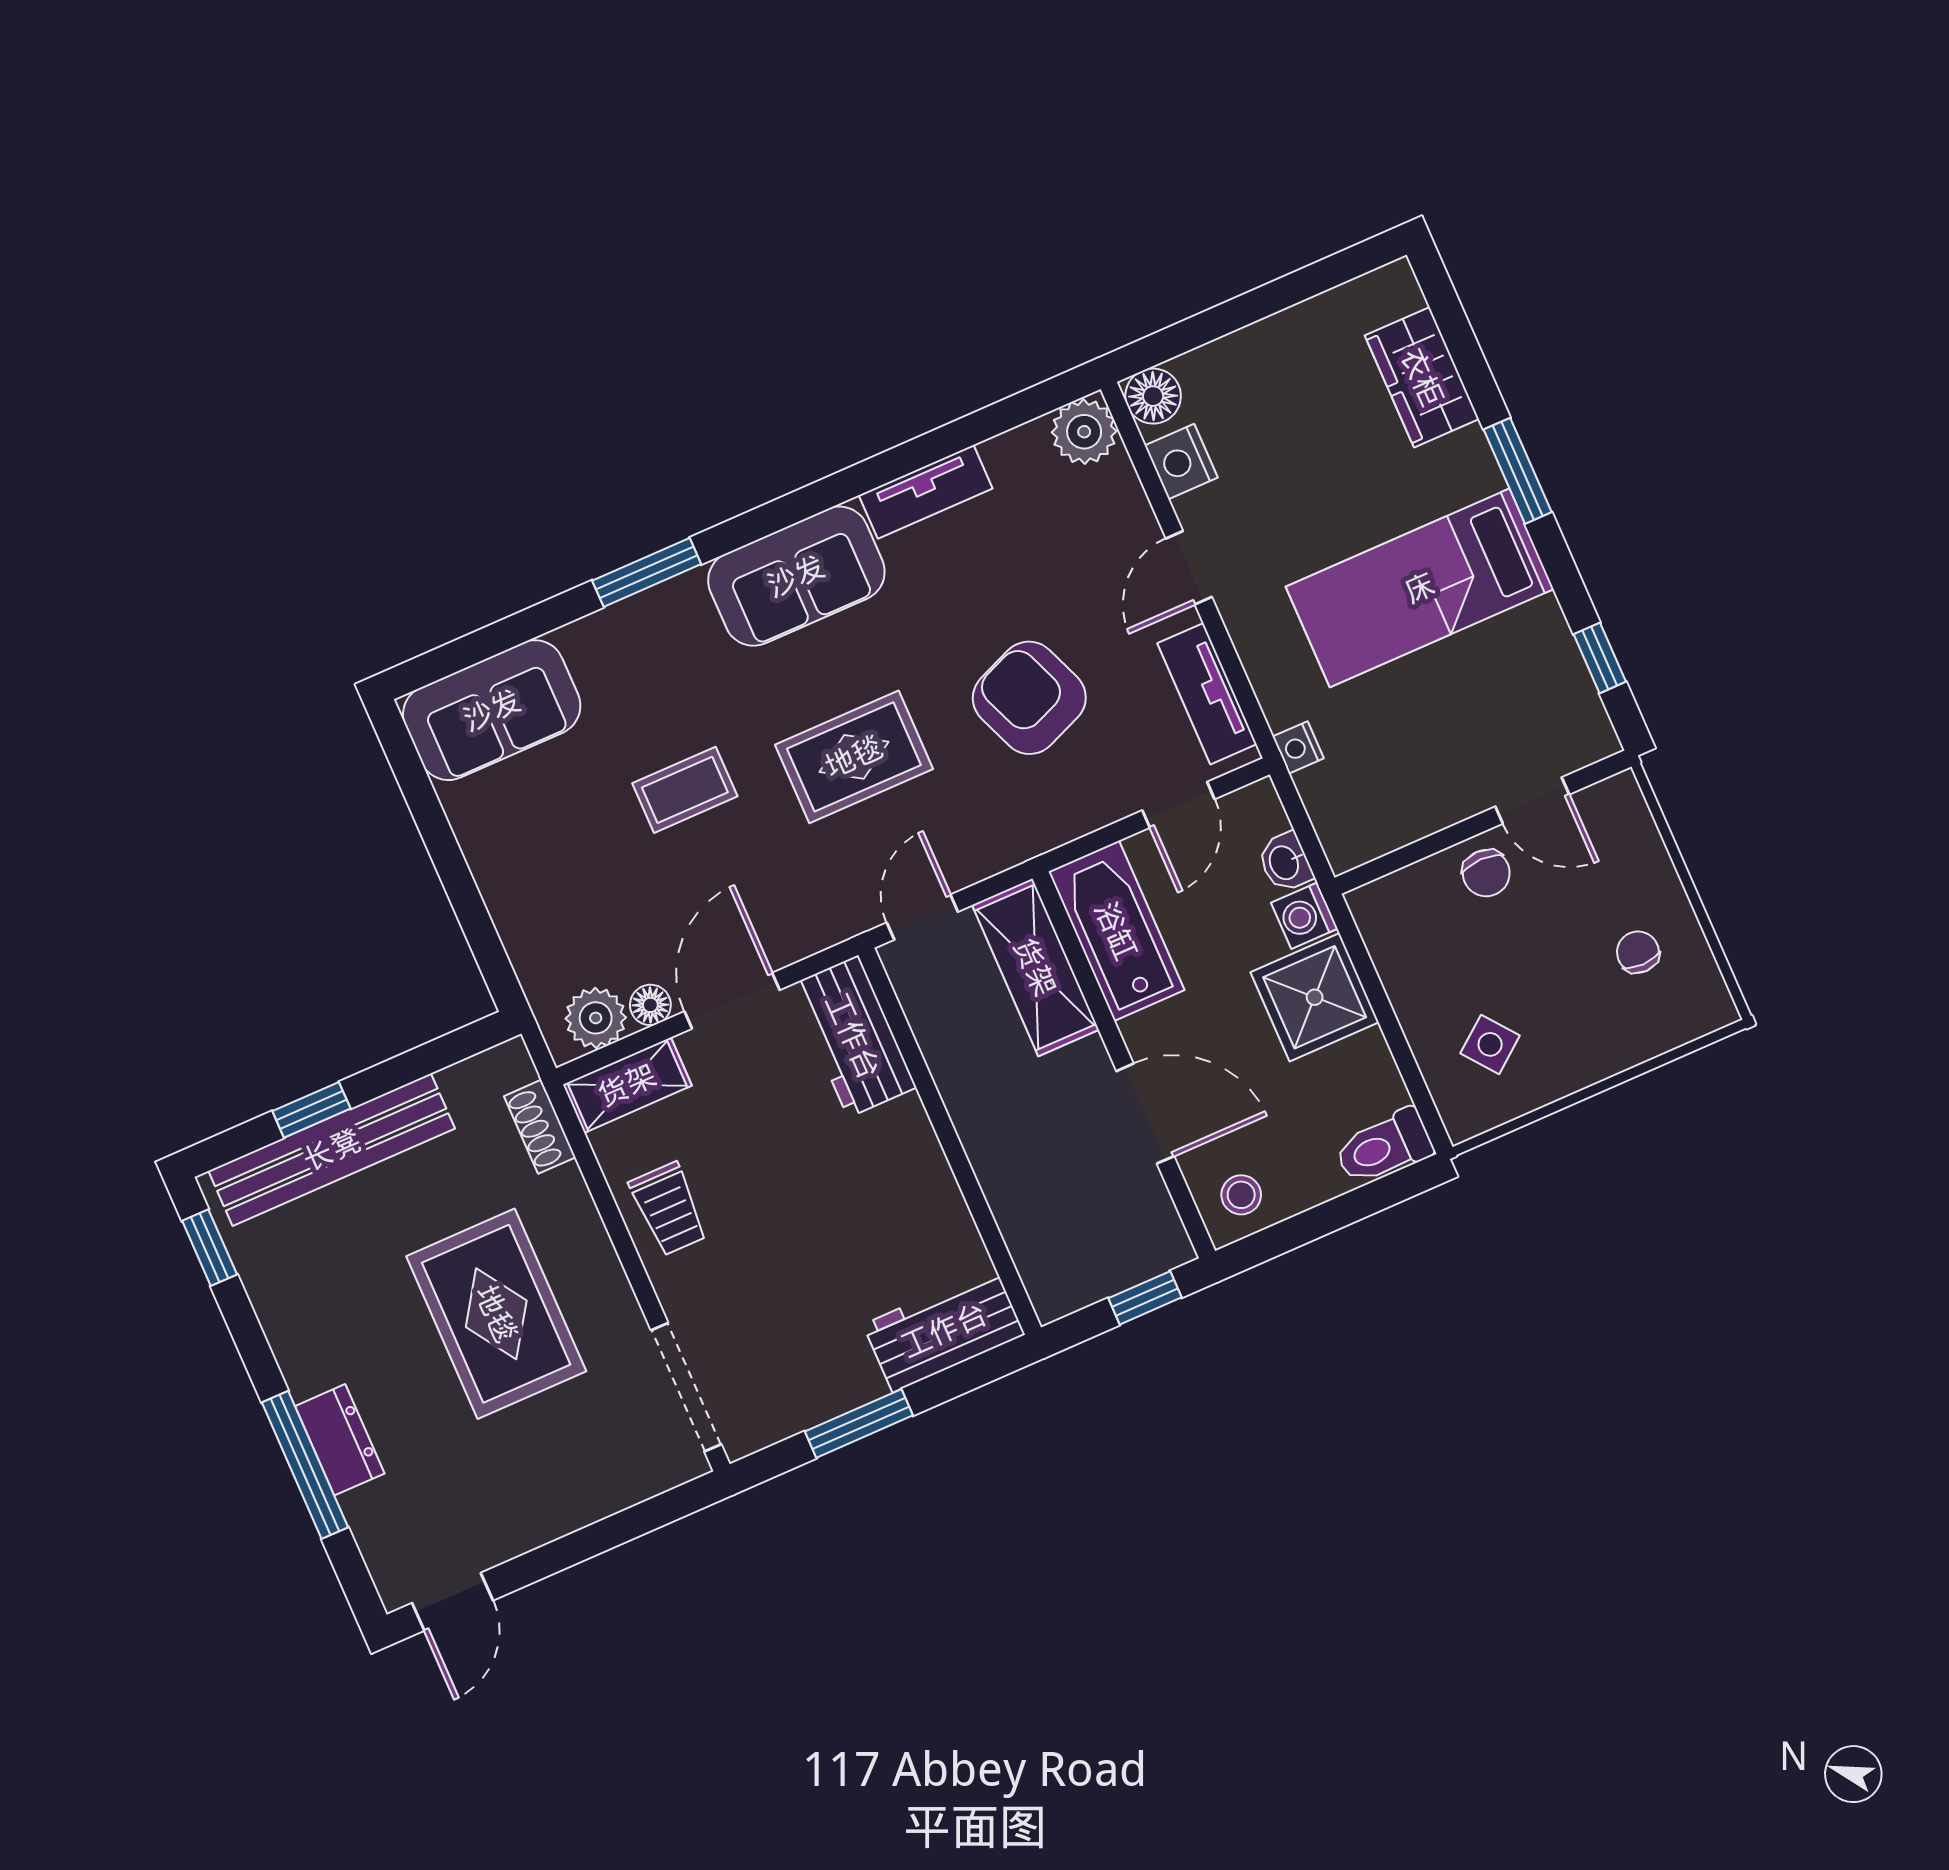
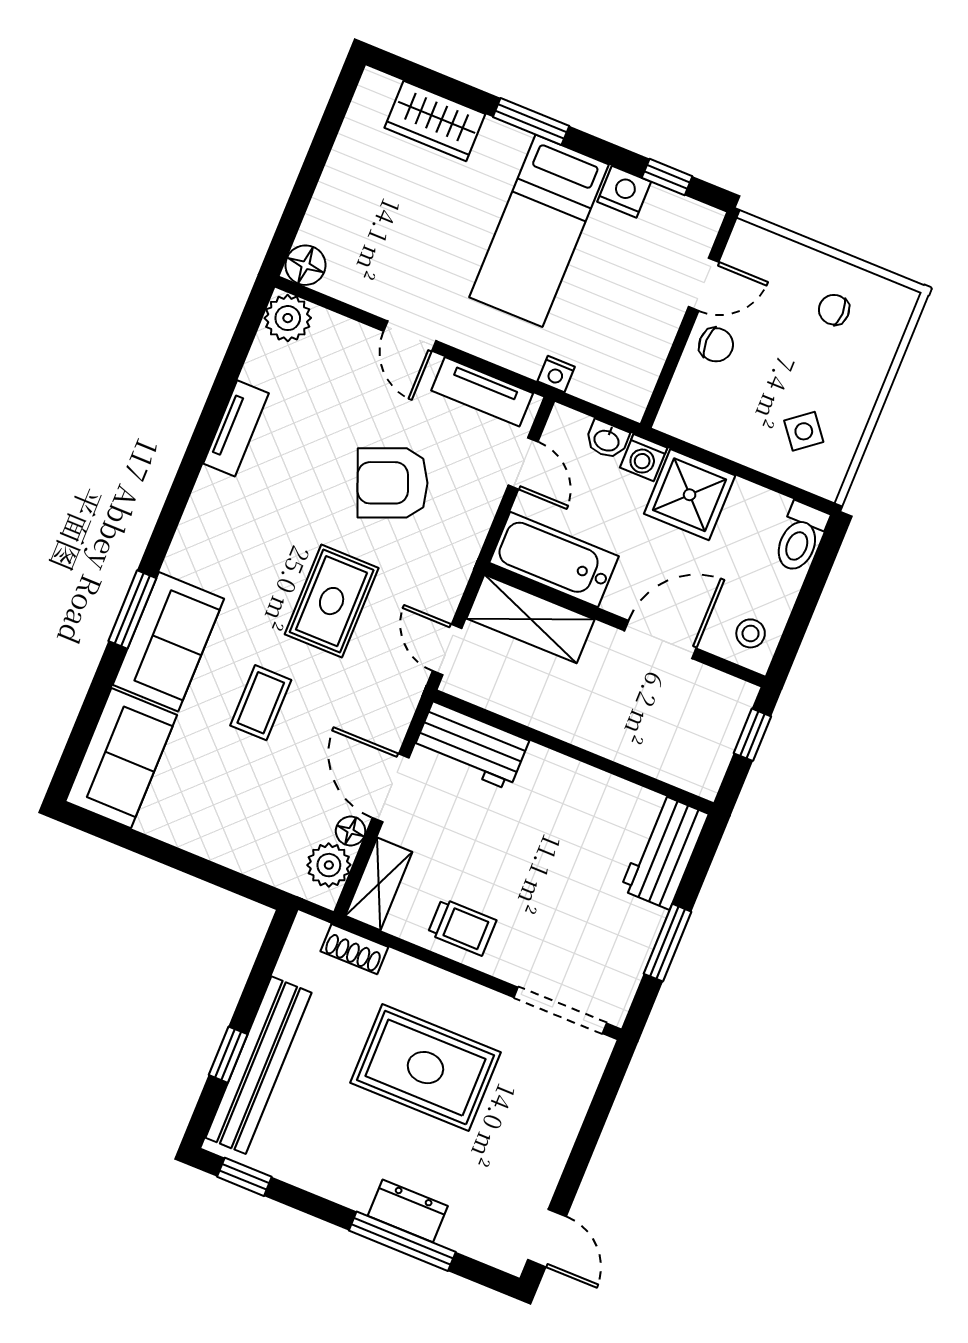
nightstand: (1181, 462) -> (624, 192), moved, turned 180
sofa: (796, 576) -> (168, 642), moved

